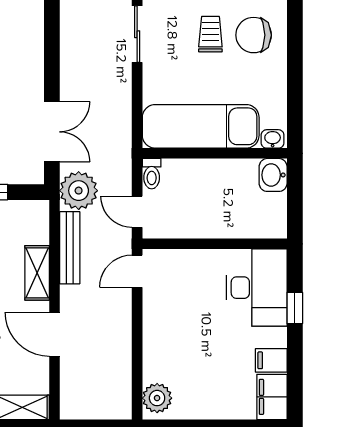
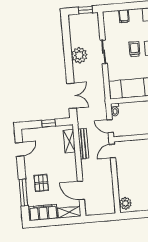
plant: (79, 191) -> (79, 55), moved
shelving: (37, 273) -> (69, 141), moved
door: (54, 334) -> (81, 190), moved

